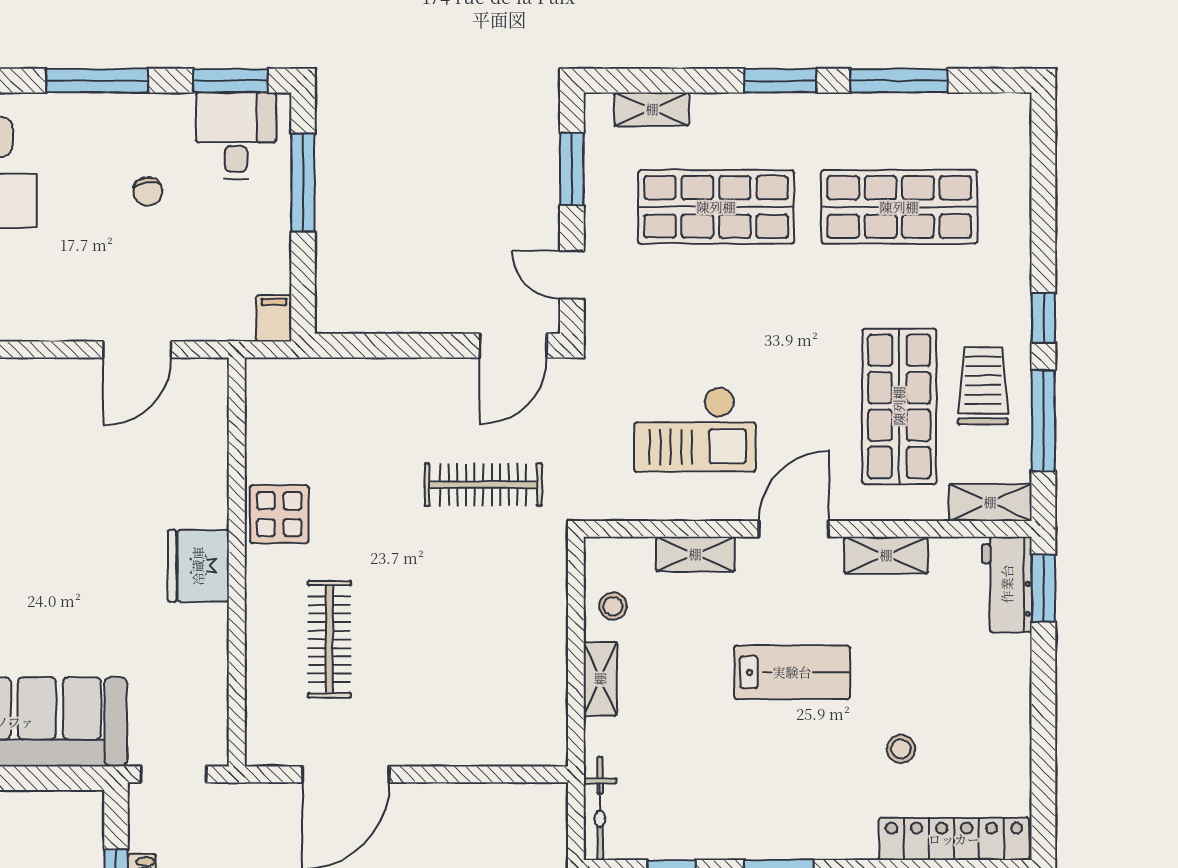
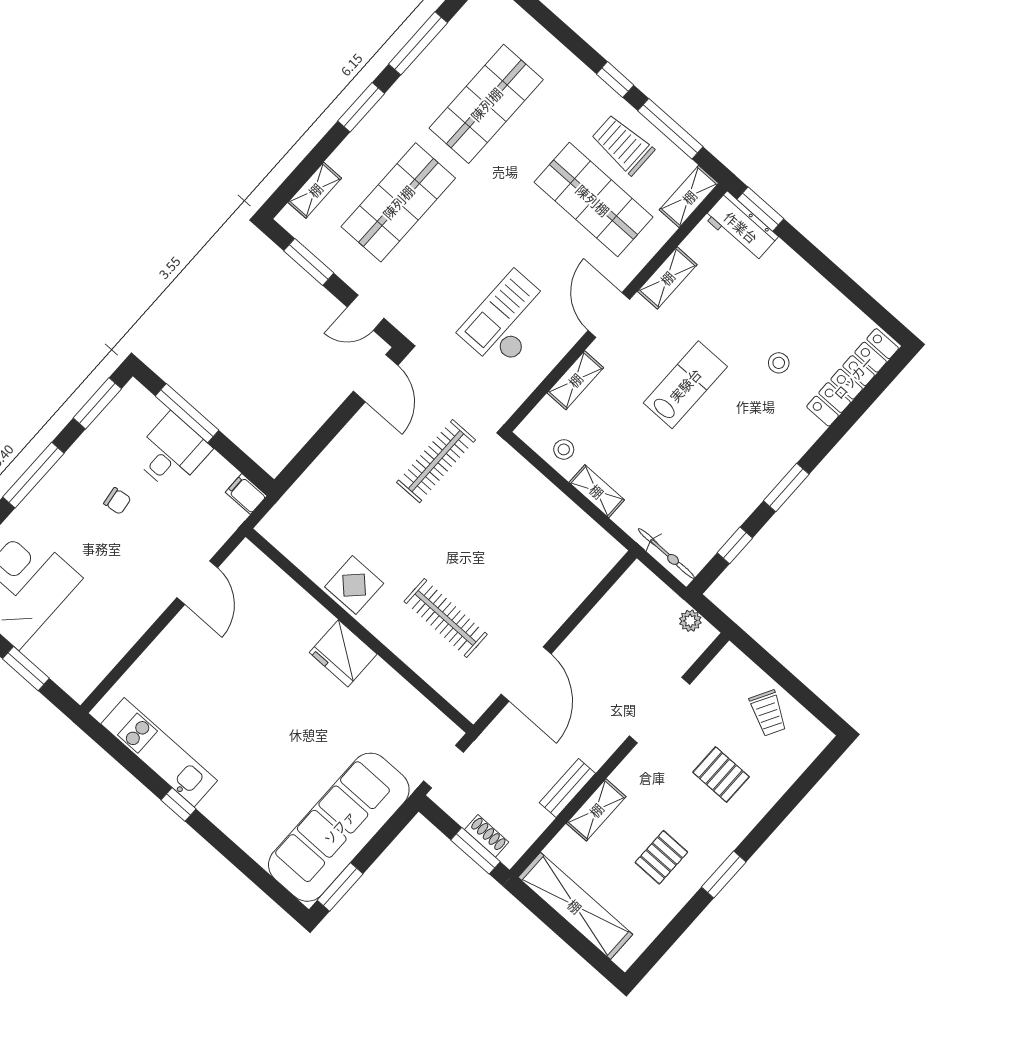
desk: (236, 136) -> (172, 452), moved, turned 90
checkout: (695, 429) -> (508, 320), turned 180

